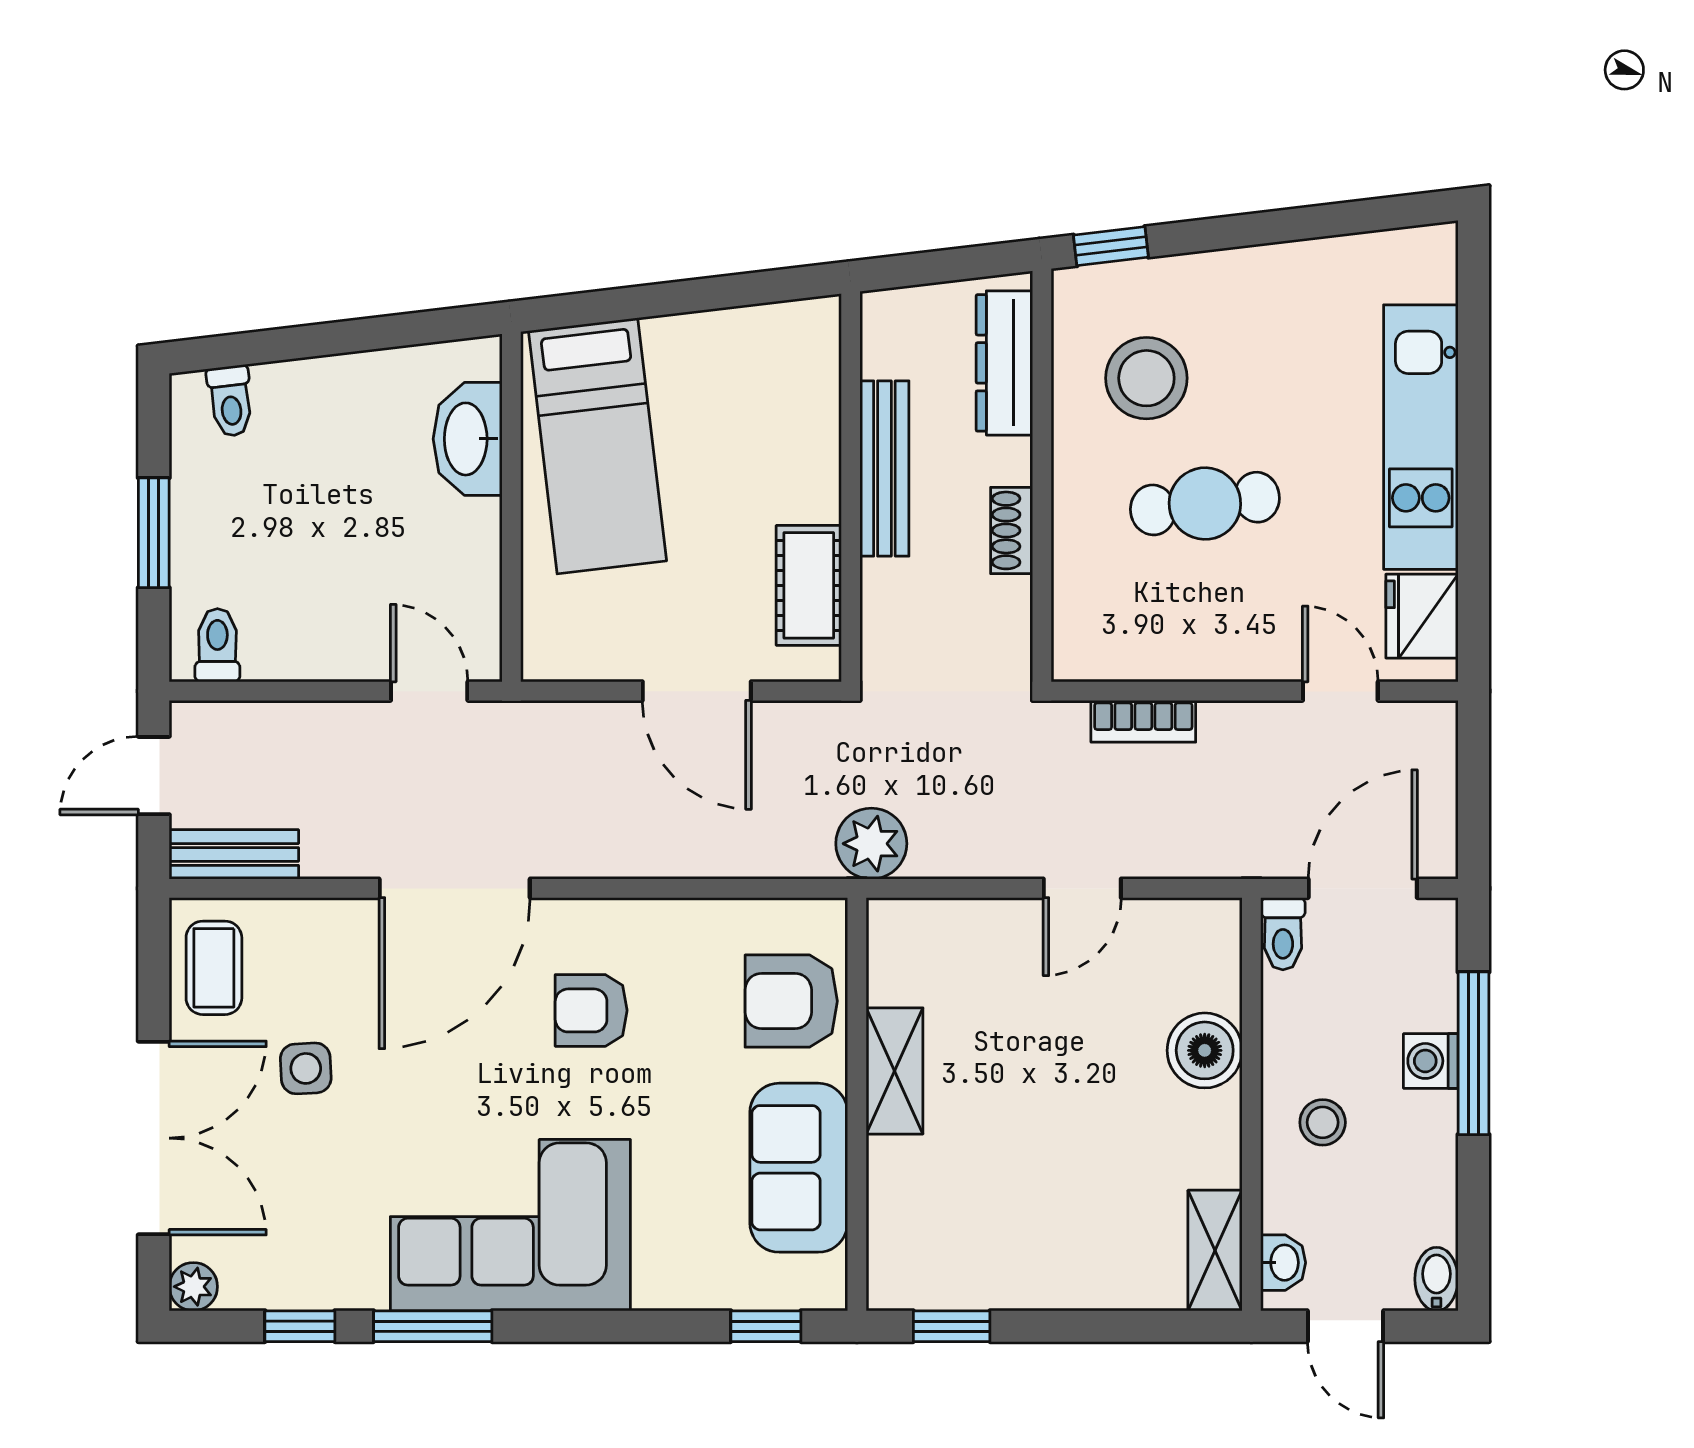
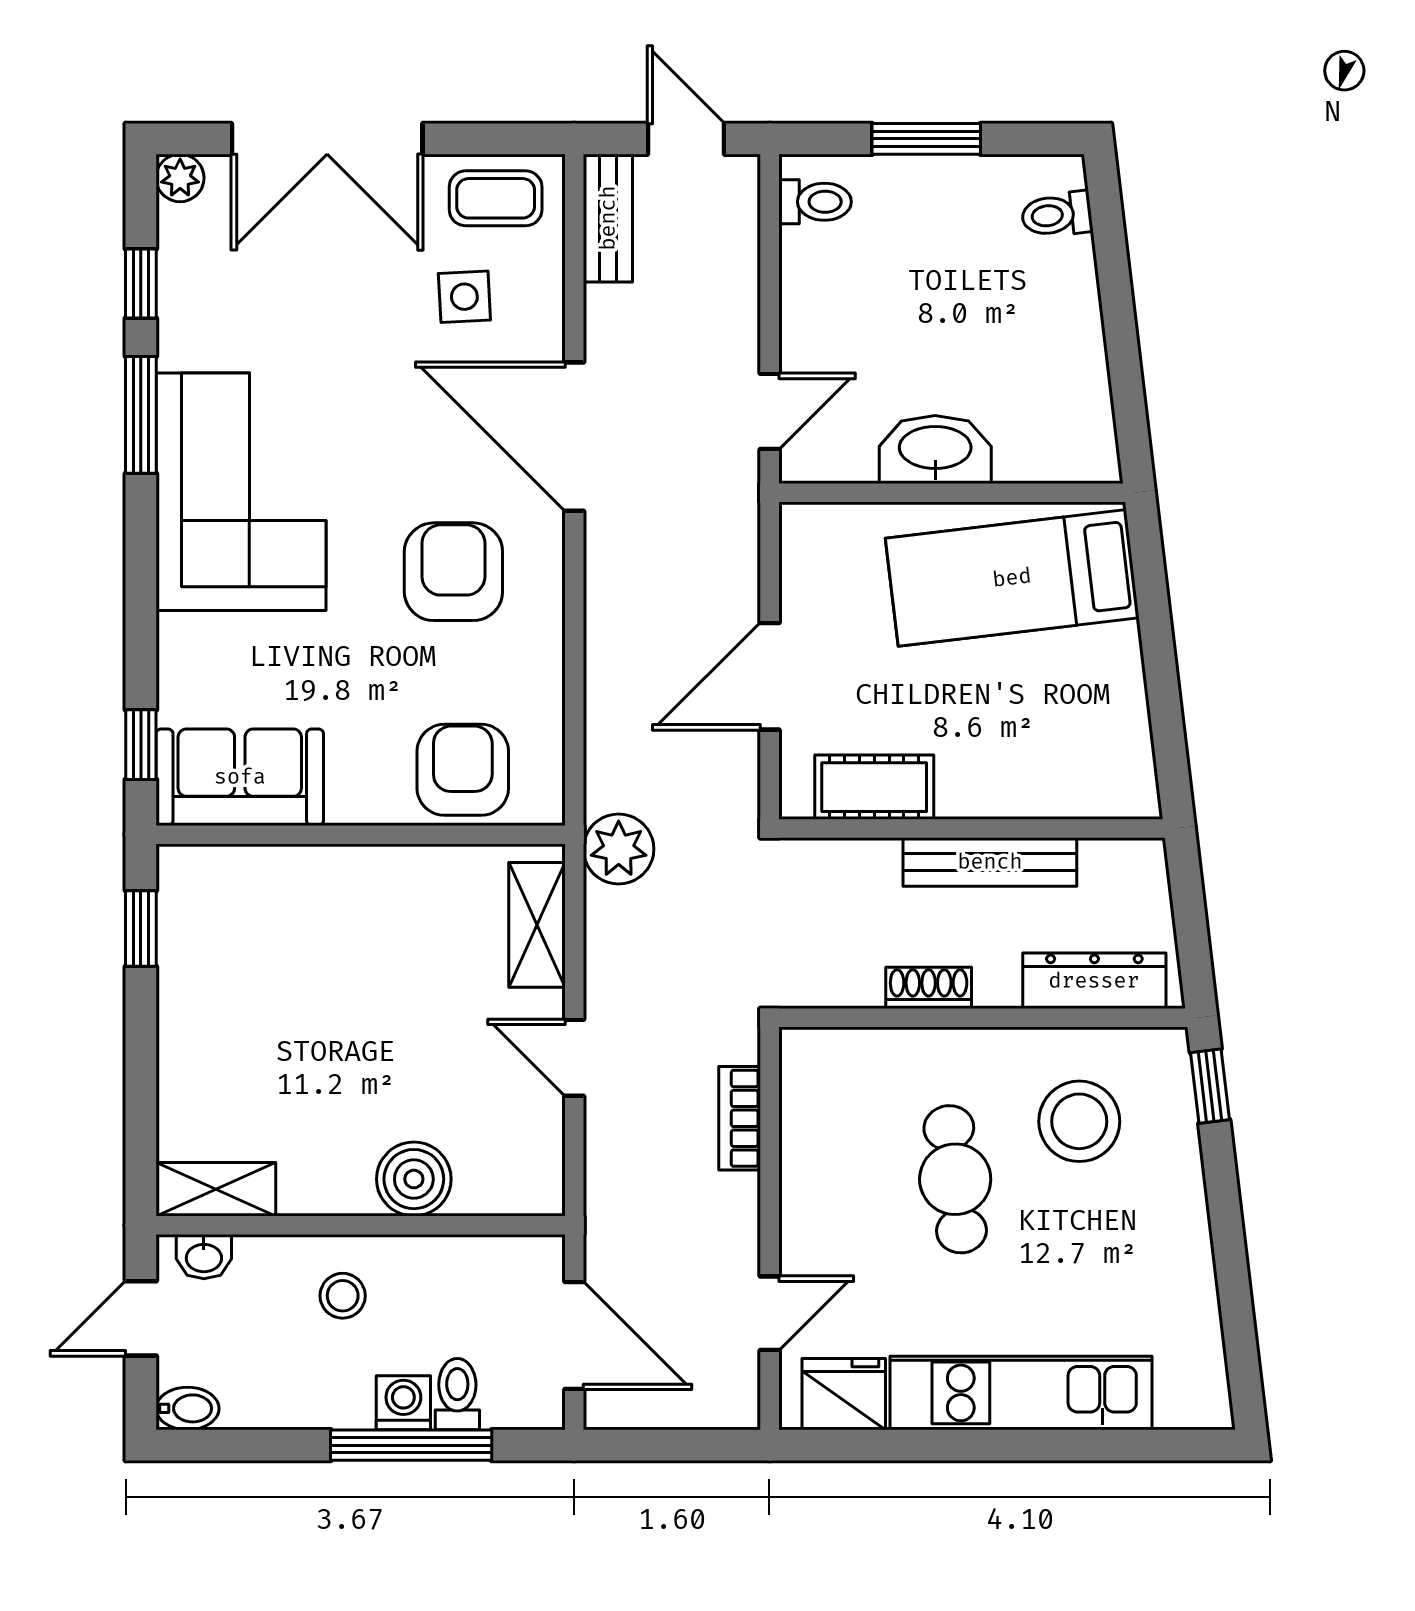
washbasin: (468, 439) -> (935, 450), moved
toilet: (1283, 934) -> (457, 1394), moved, turned 90
armchair: (591, 1010) -> (453, 572), width x1.38, depth x1.38
side table: (306, 1068) -> (464, 297), moved
shelving: (894, 1071) -> (537, 925), moved, turned 90
sofa: (799, 1168) -> (240, 777), moved

